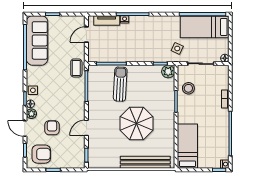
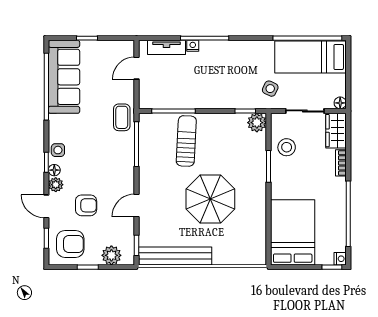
wardrobe: (222, 77) -> (336, 131), added
armchair: (52, 128) -> (86, 205), turned 90
bed: (187, 146) -> (293, 232), width x1.50
plant: (69, 162) -> (111, 255), added
bench: (145, 162) -> (175, 256), moved

